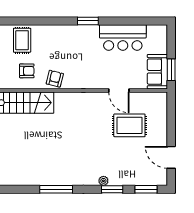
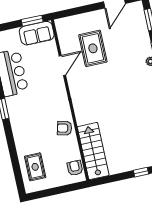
rug: (22, 40) -> (35, 167), turned 90
armchair: (27, 71) -> (75, 168), moved

